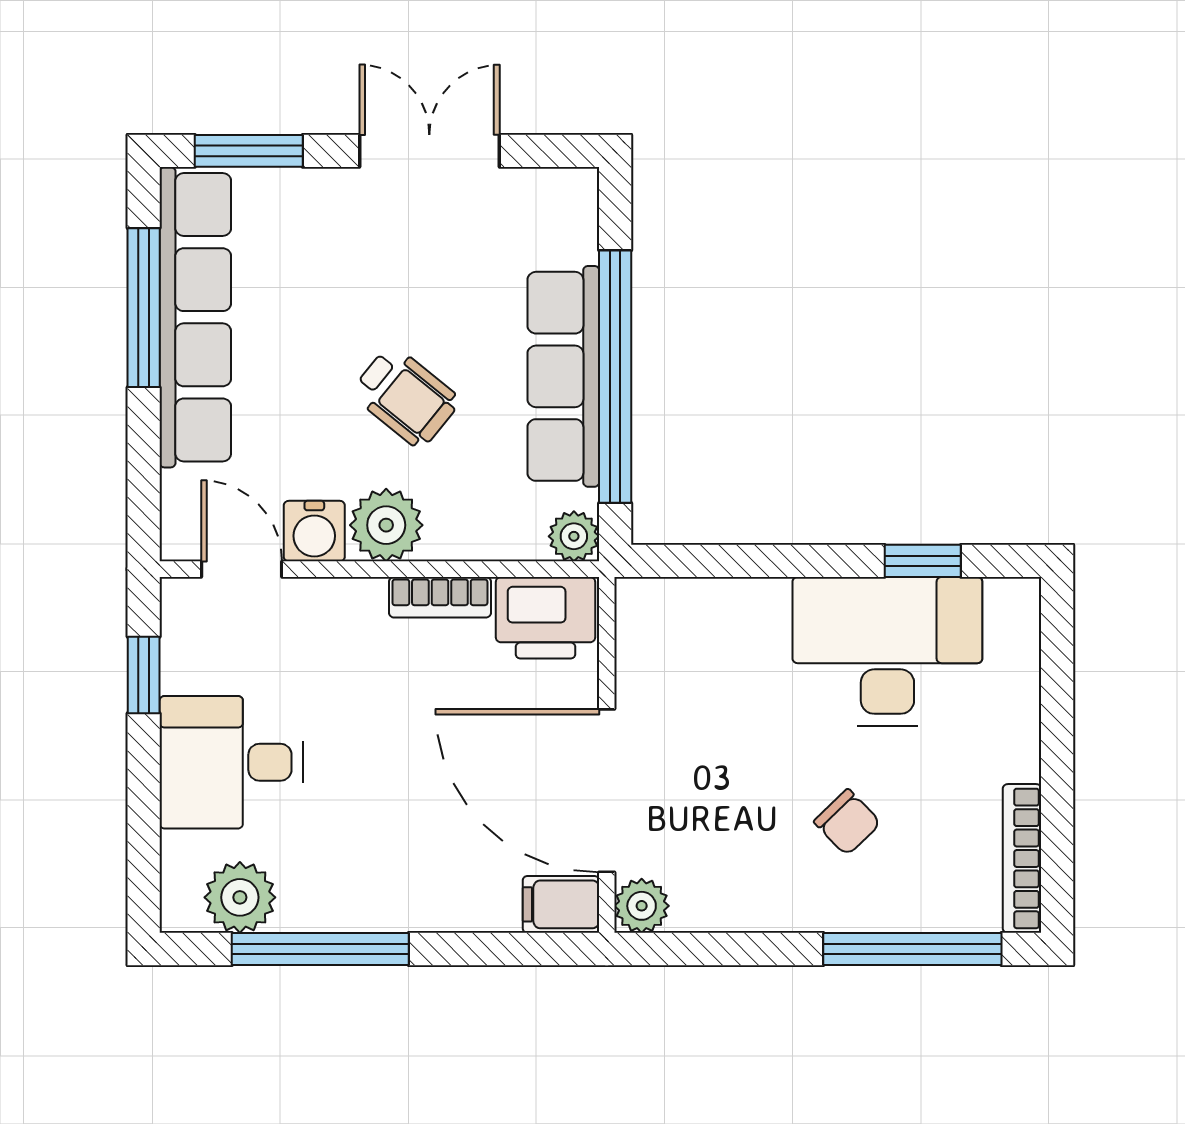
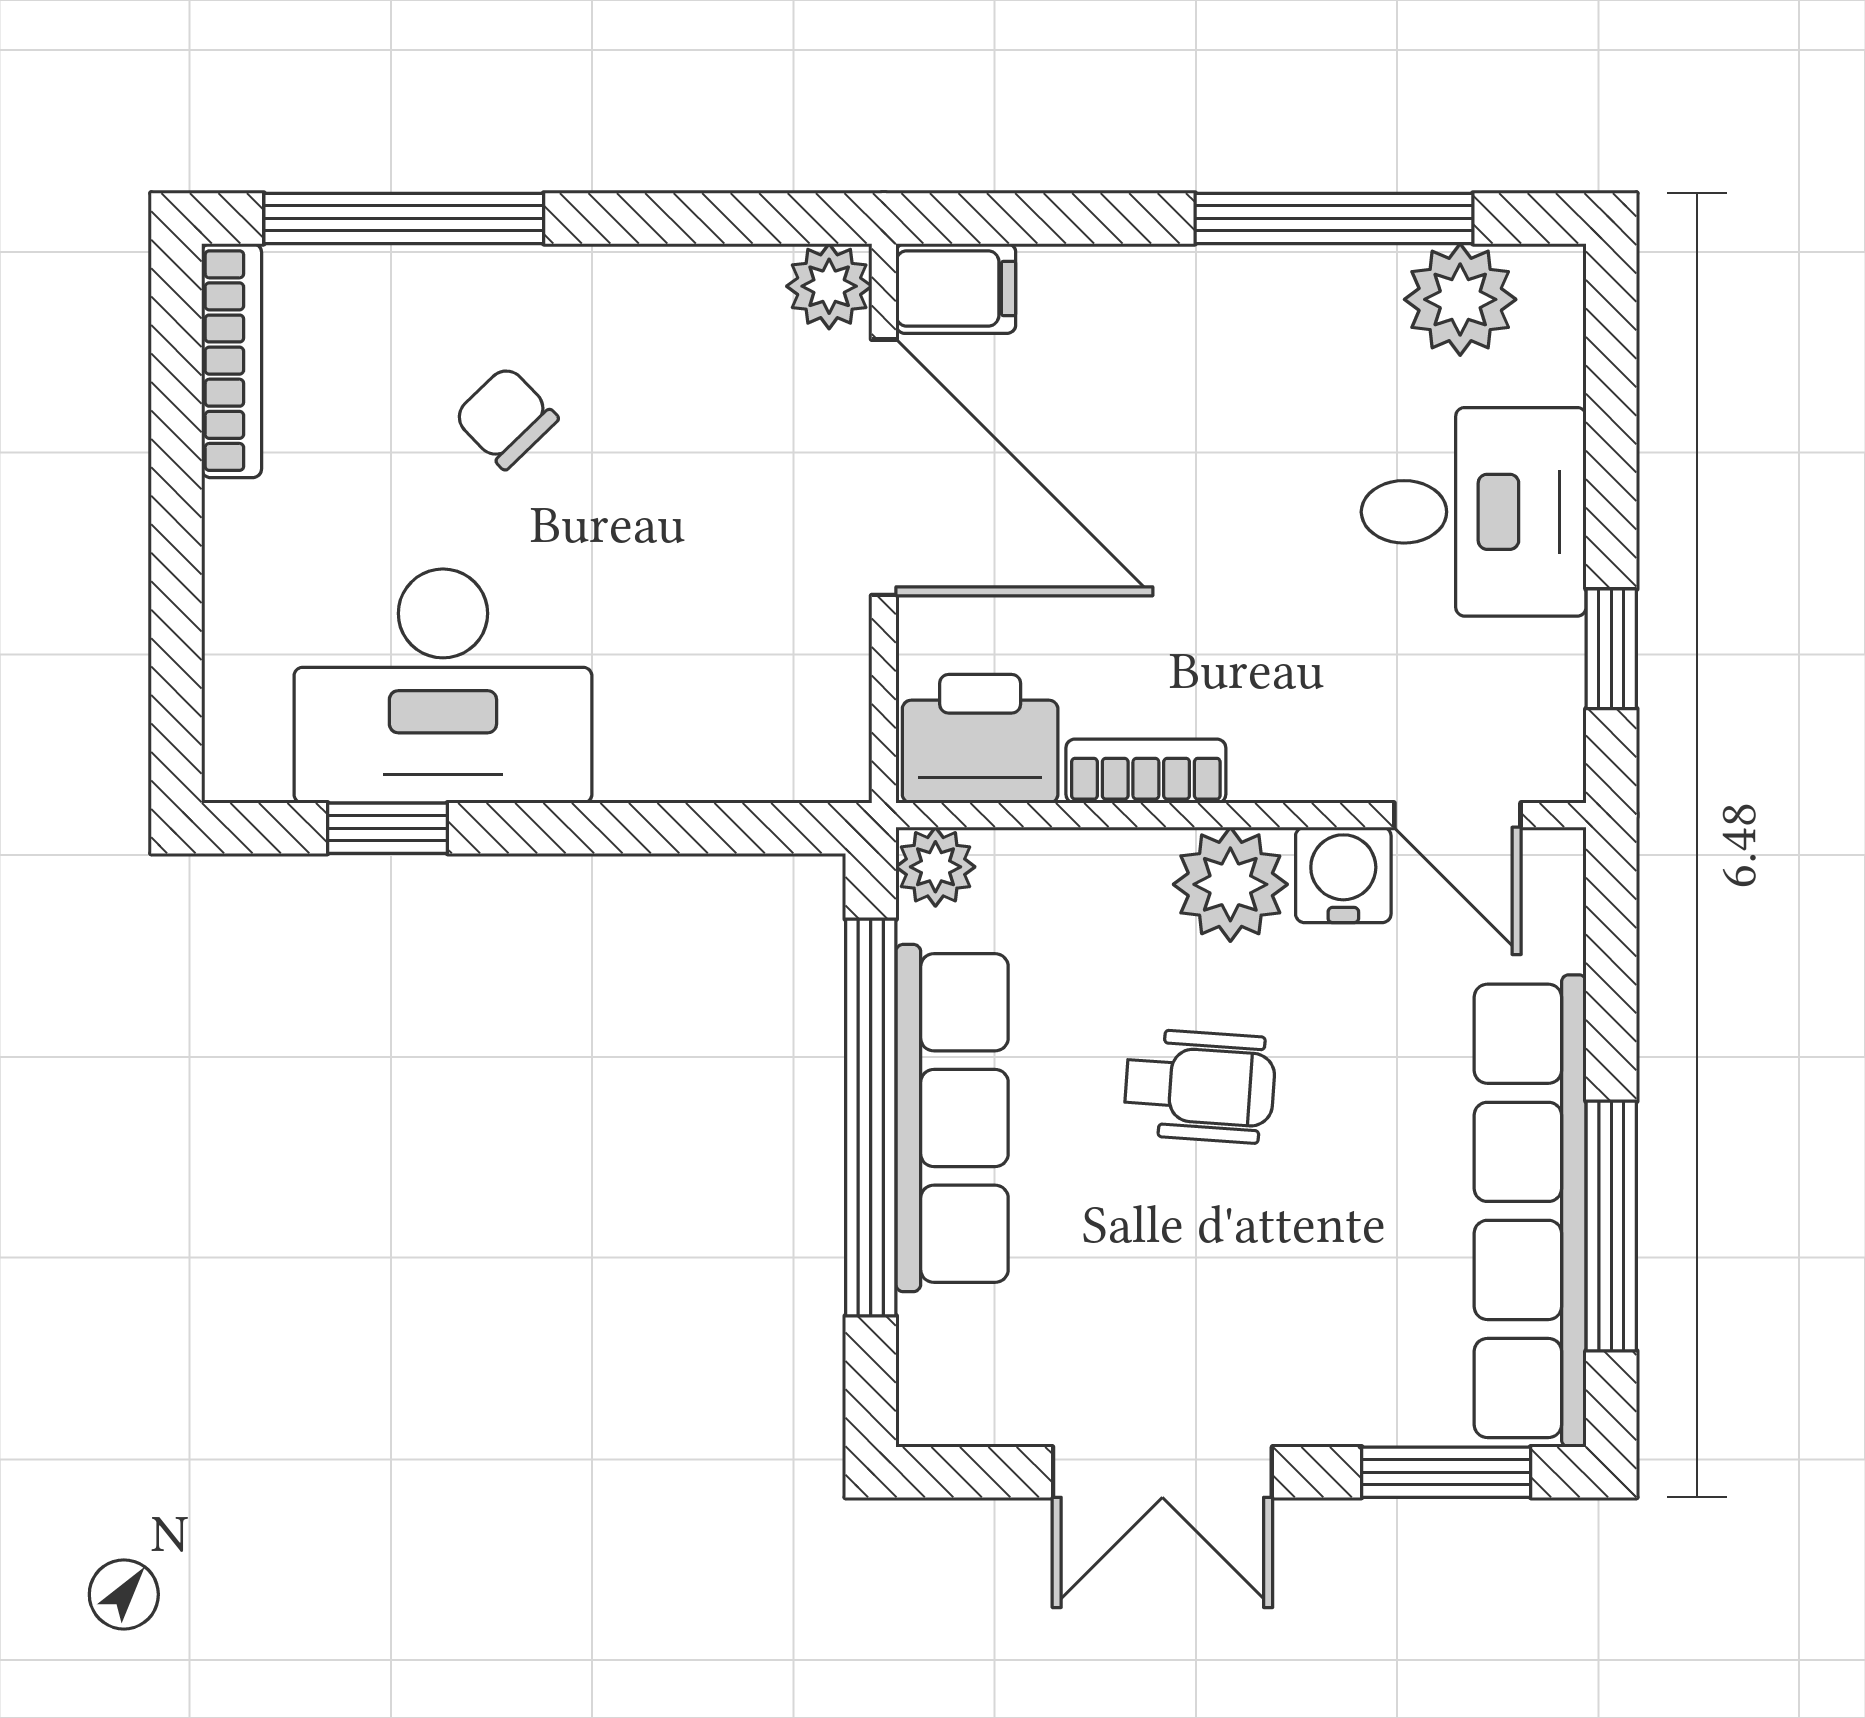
wheelchair: (406, 397) -> (1200, 1086), turned 145

